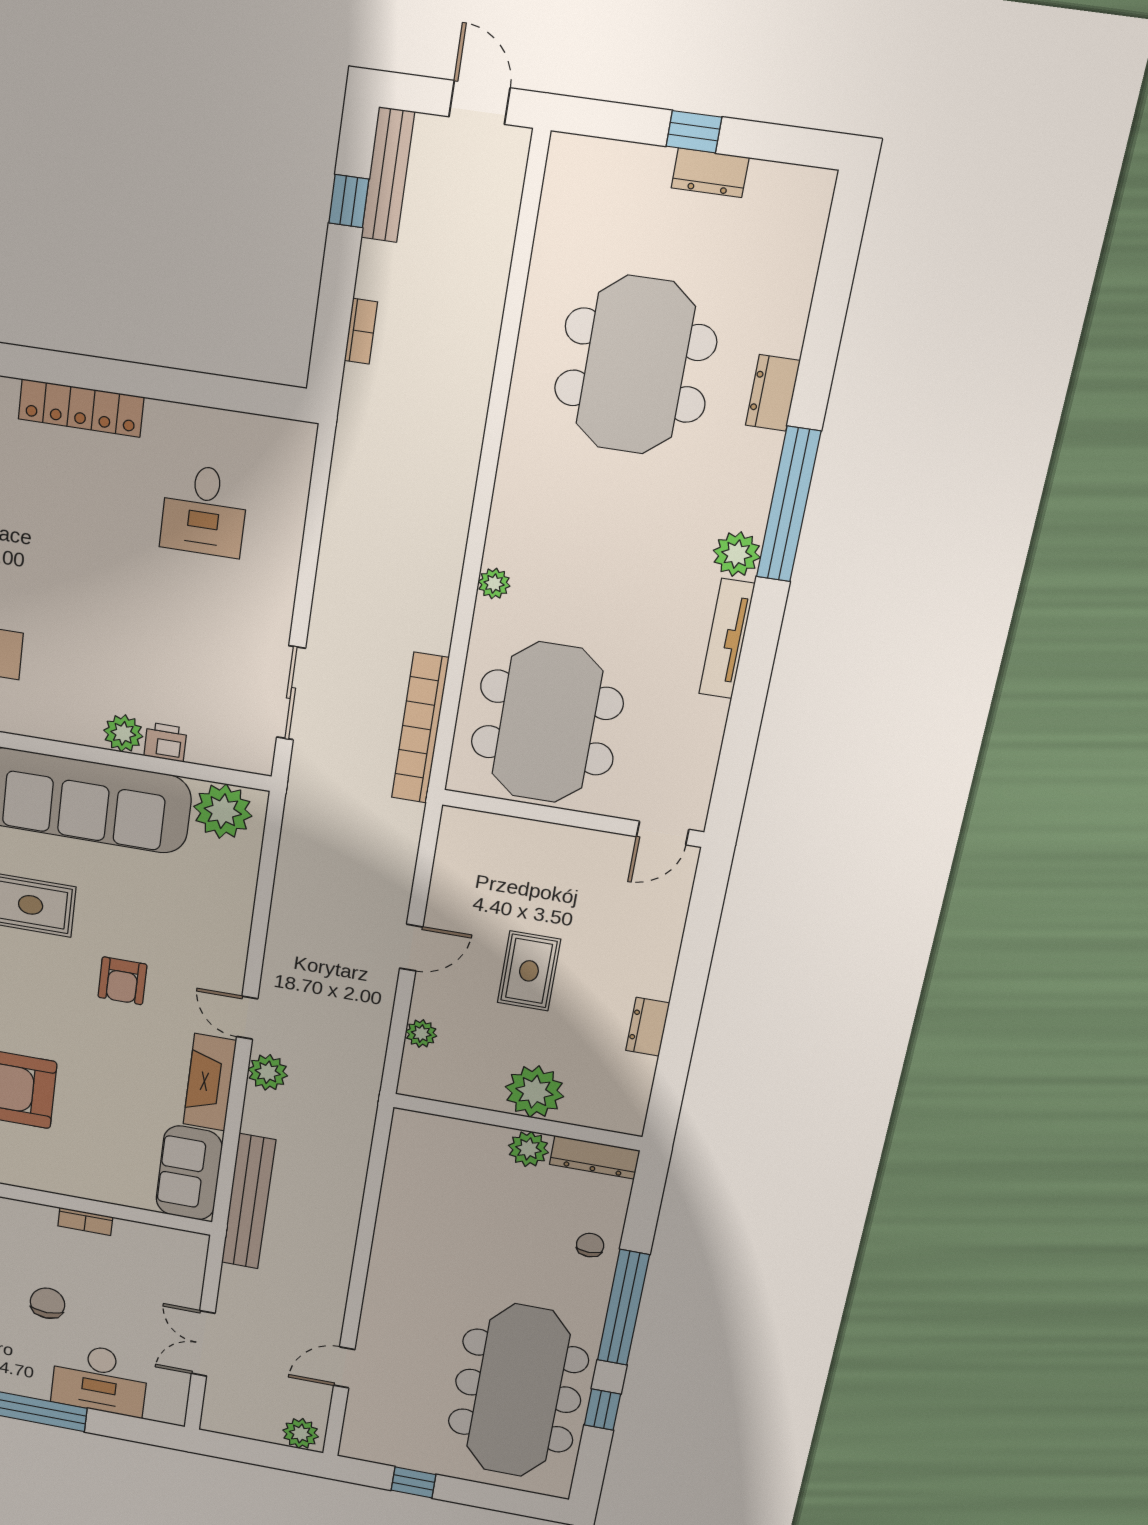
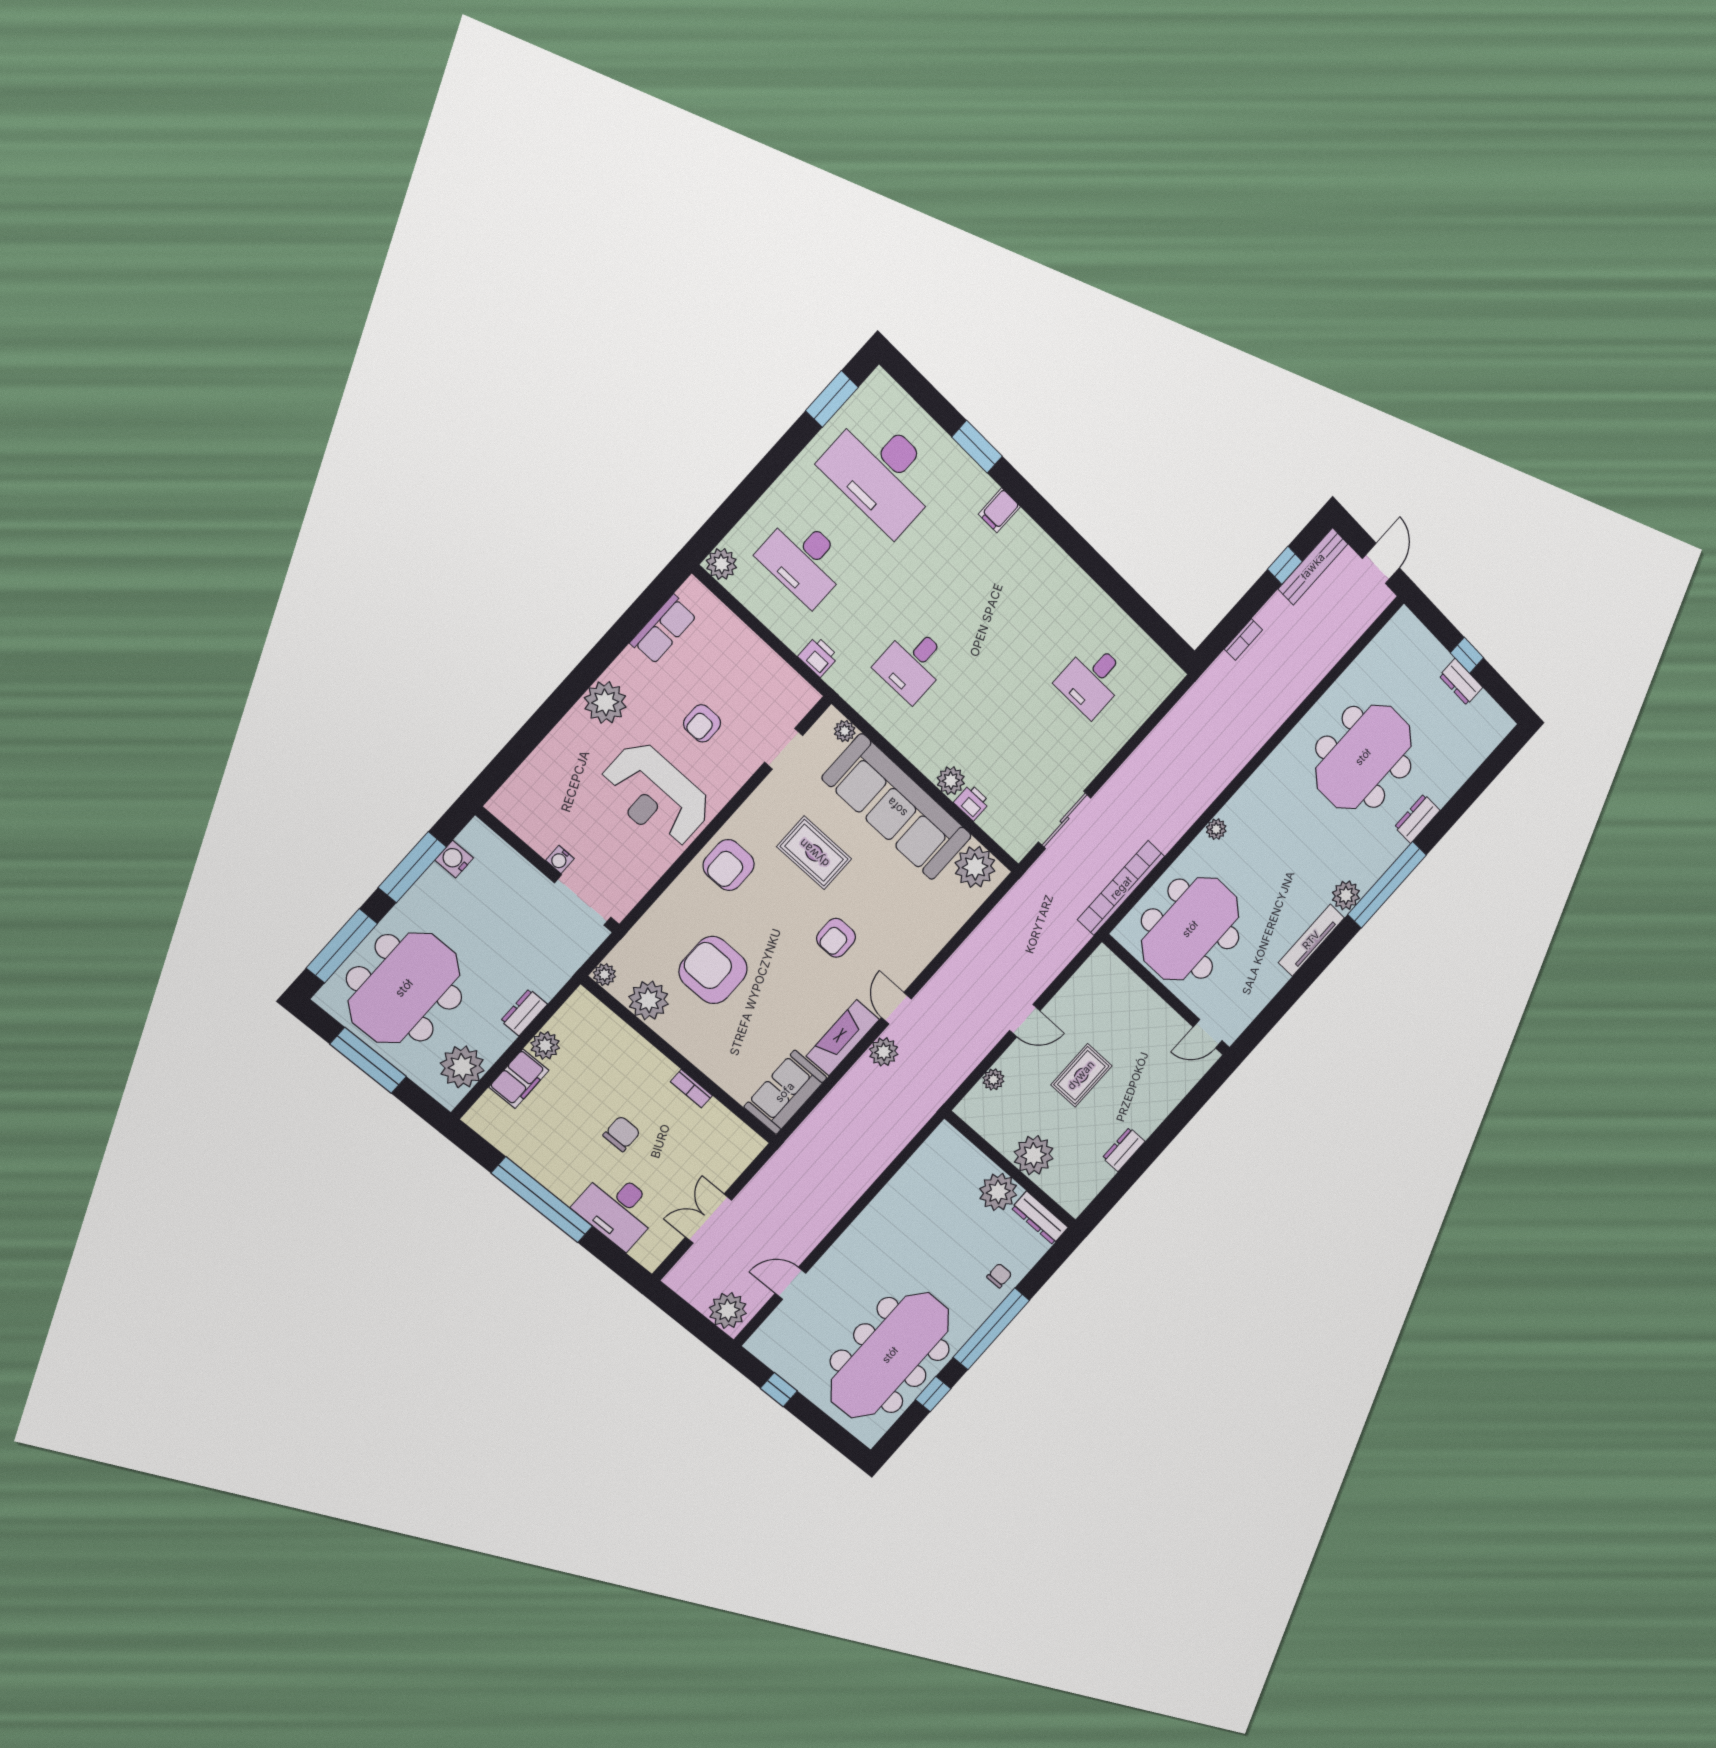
locker: (81, 408) -> (1066, 573), removed
plant: (528, 1149) -> (998, 1192), width x1.36, depth x1.36
bench: (248, 1202) -> (810, 1133), removed
plant: (301, 1433) -> (728, 1311), width x1.36, depth x1.36

